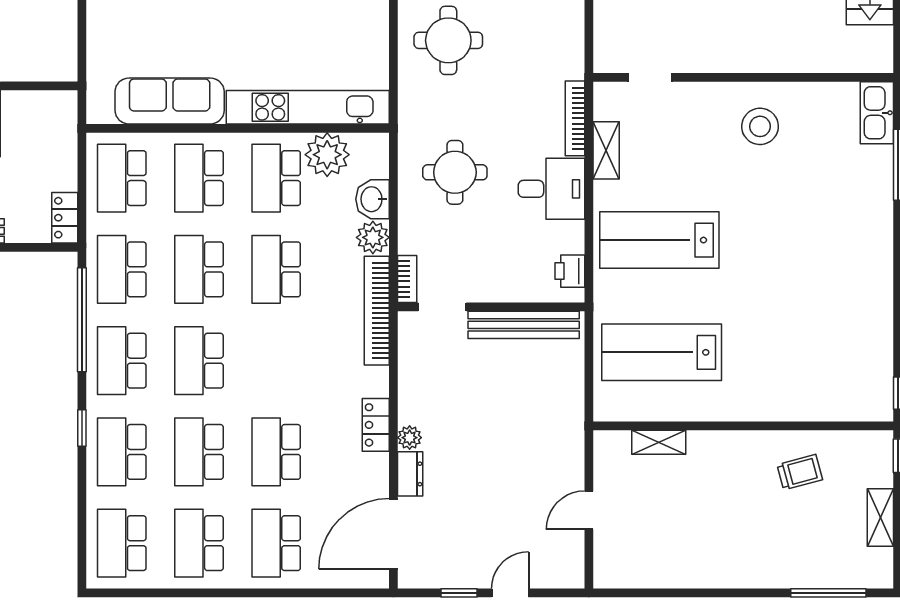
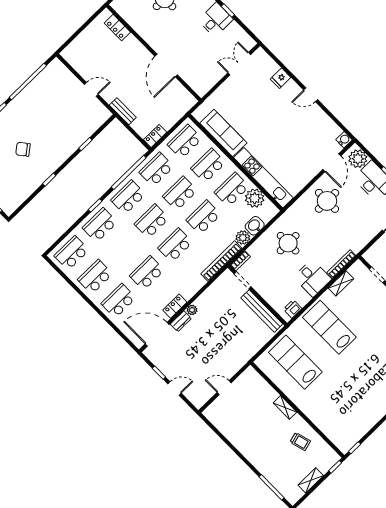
locker: (376, 425) -> (175, 306), moved
shelving: (659, 442) -> (285, 407), moved
school desk: (199, 452) -> (175, 245), moved

